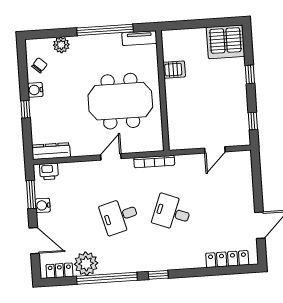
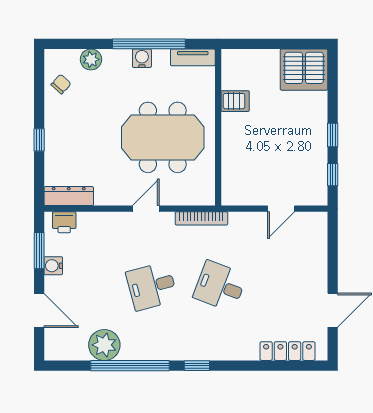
window: (250, 74) -> (333, 135), moved
water cooler: (35, 90) -> (142, 58), moved, turned 90
locker: (60, 271) -> (69, 352), removed

